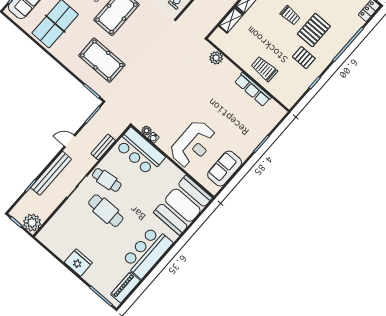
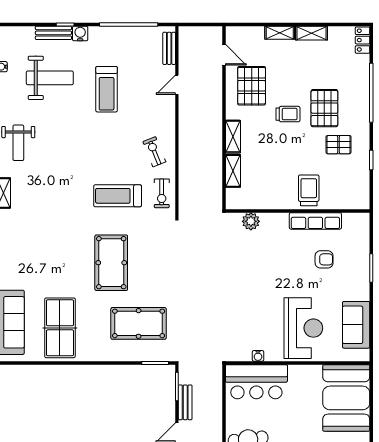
trolley: (264, 69) -> (309, 190), turned 90
armchair: (239, 116) -> (324, 259), added
plant: (147, 131) -> (245, 355), removed
bench: (103, 147) -> (185, 402), moved

